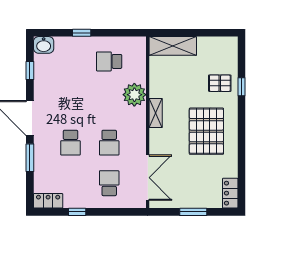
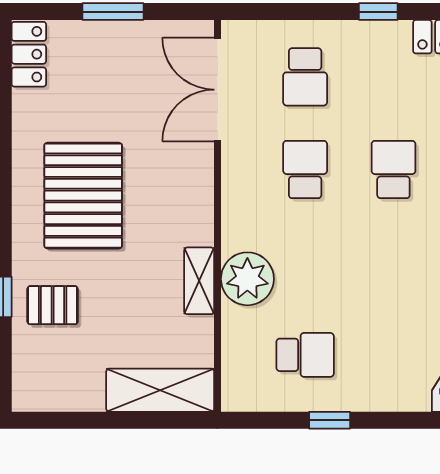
window: (82, 33) -> (330, 420), moved
shelving: (156, 113) -> (199, 281), moved

